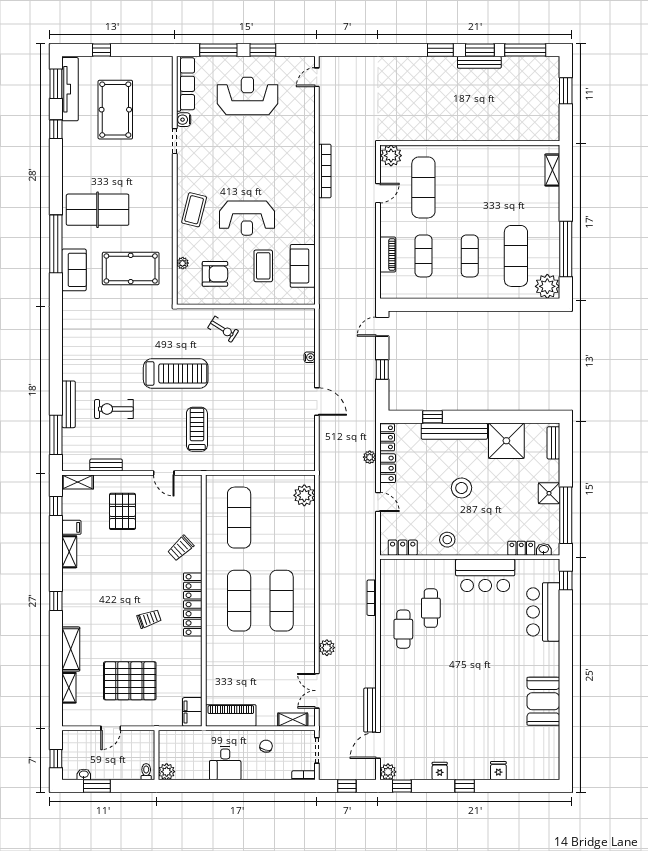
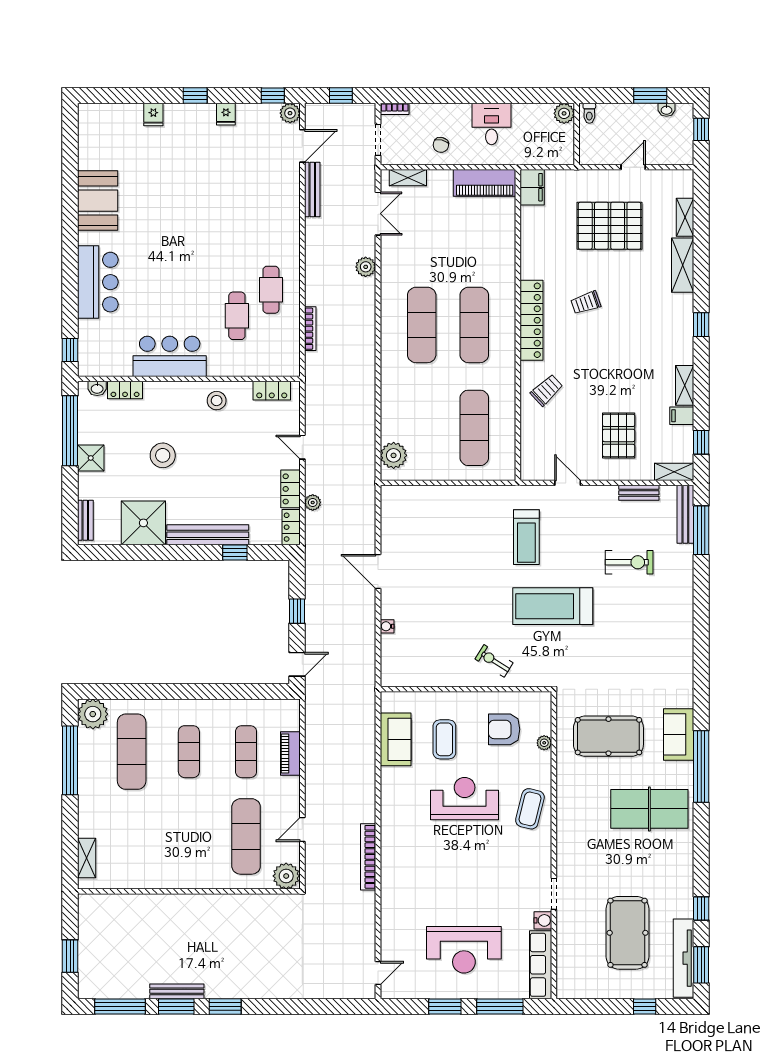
bench: (69, 404) -> (685, 514), moved
stool: (461, 488) -> (163, 455), moved
bar counter: (543, 612) -> (98, 282), moved

